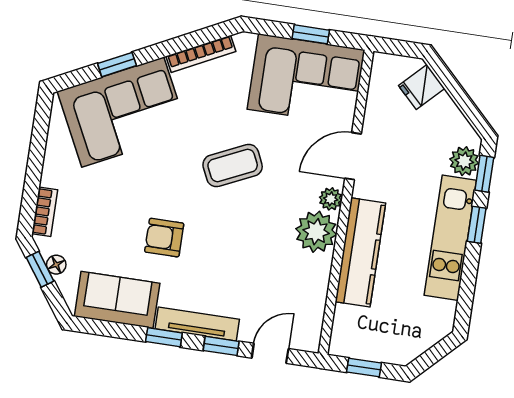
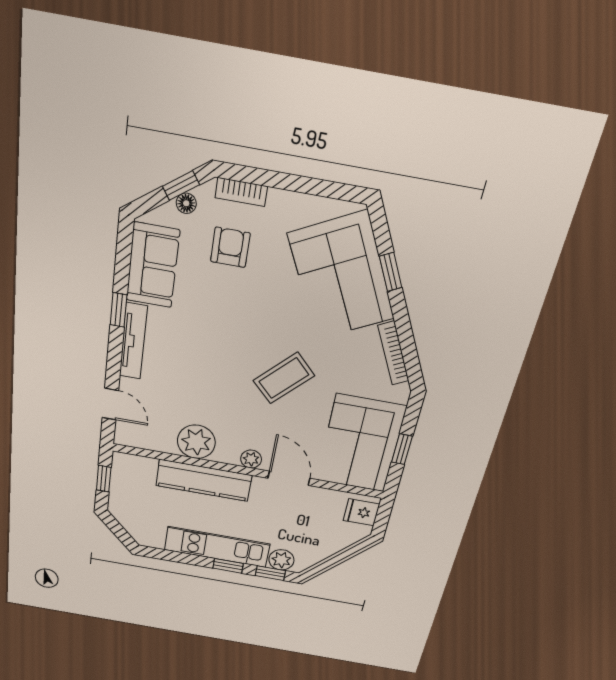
fridge: (422, 87) -> (361, 512), moved, turned -45
coffee table: (233, 165) -> (284, 378), turned 70
plant: (316, 232) -> (196, 442), moved
armchair: (164, 238) -> (230, 247), moved
window: (221, 346) -> (114, 362), removed

